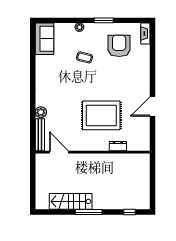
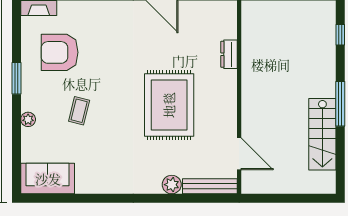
rug: (101, 115) -> (169, 105), moved
door: (59, 152) -> (239, 154), swing flipped

